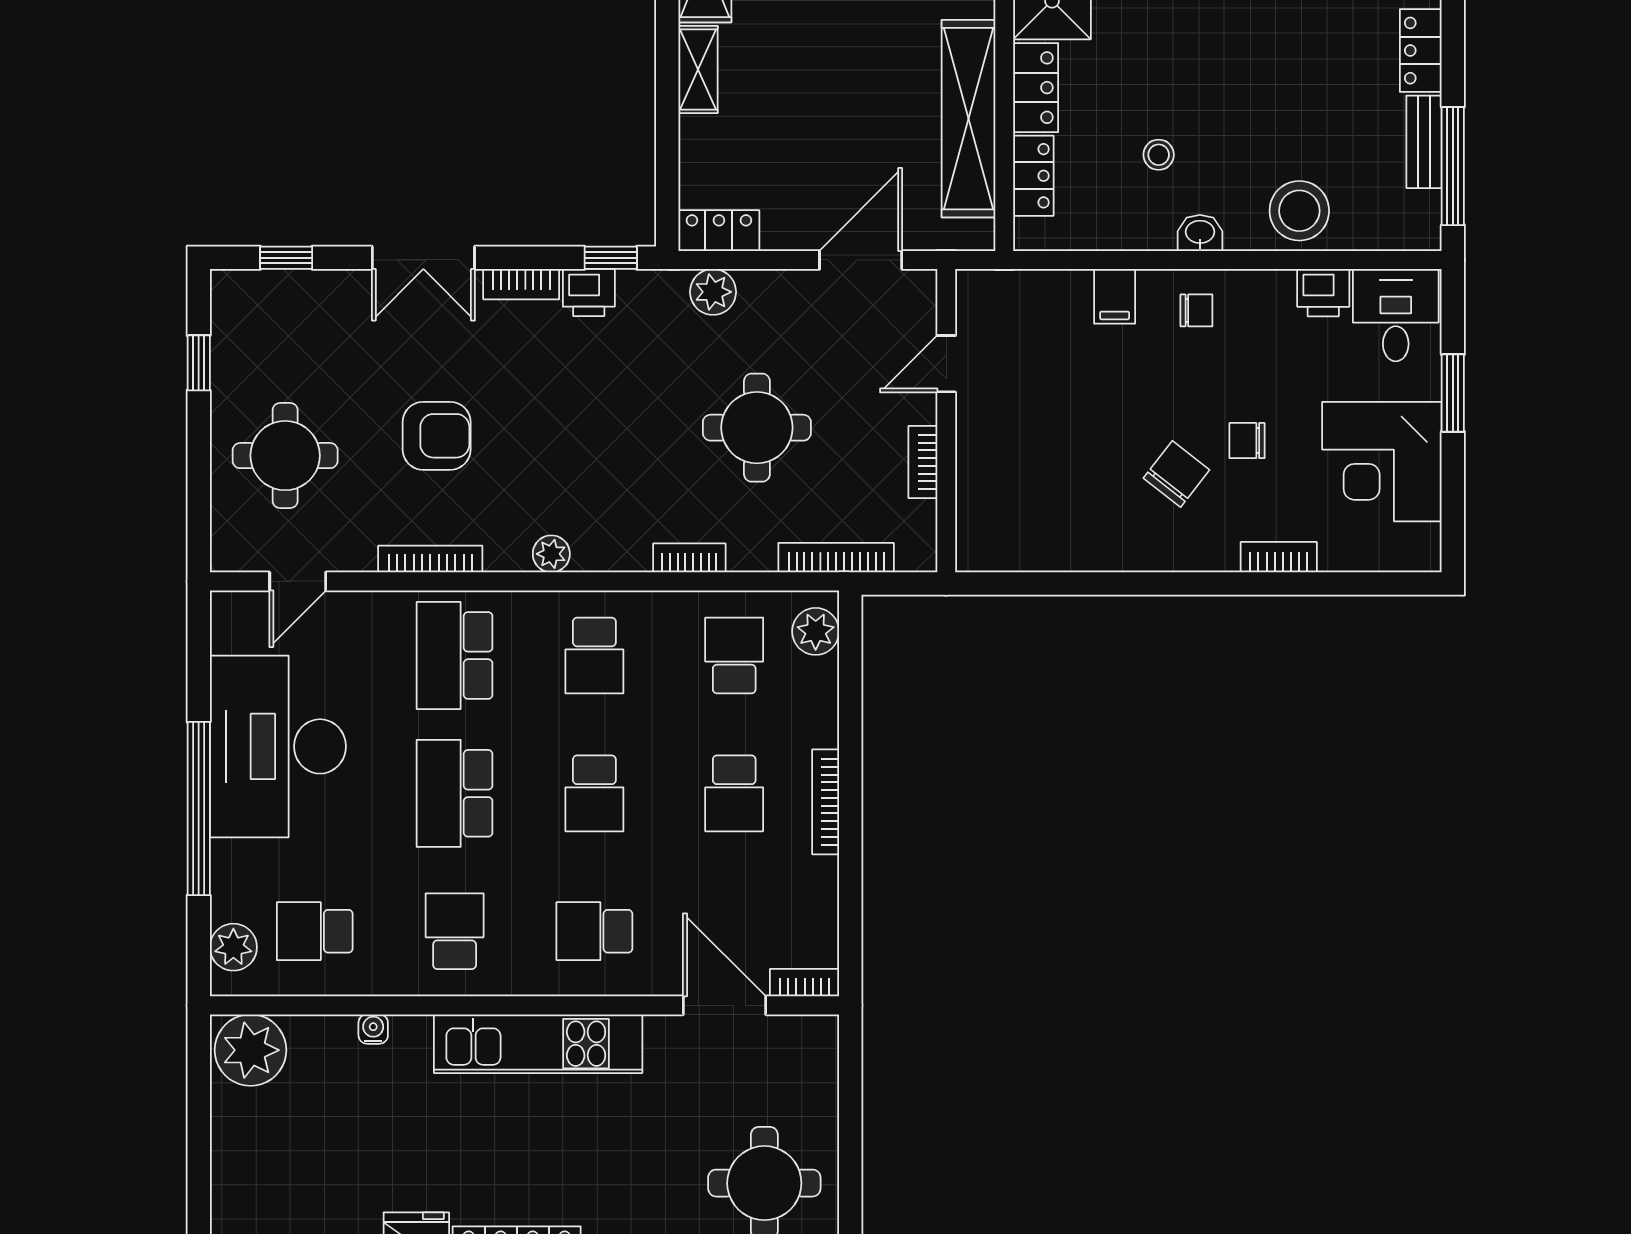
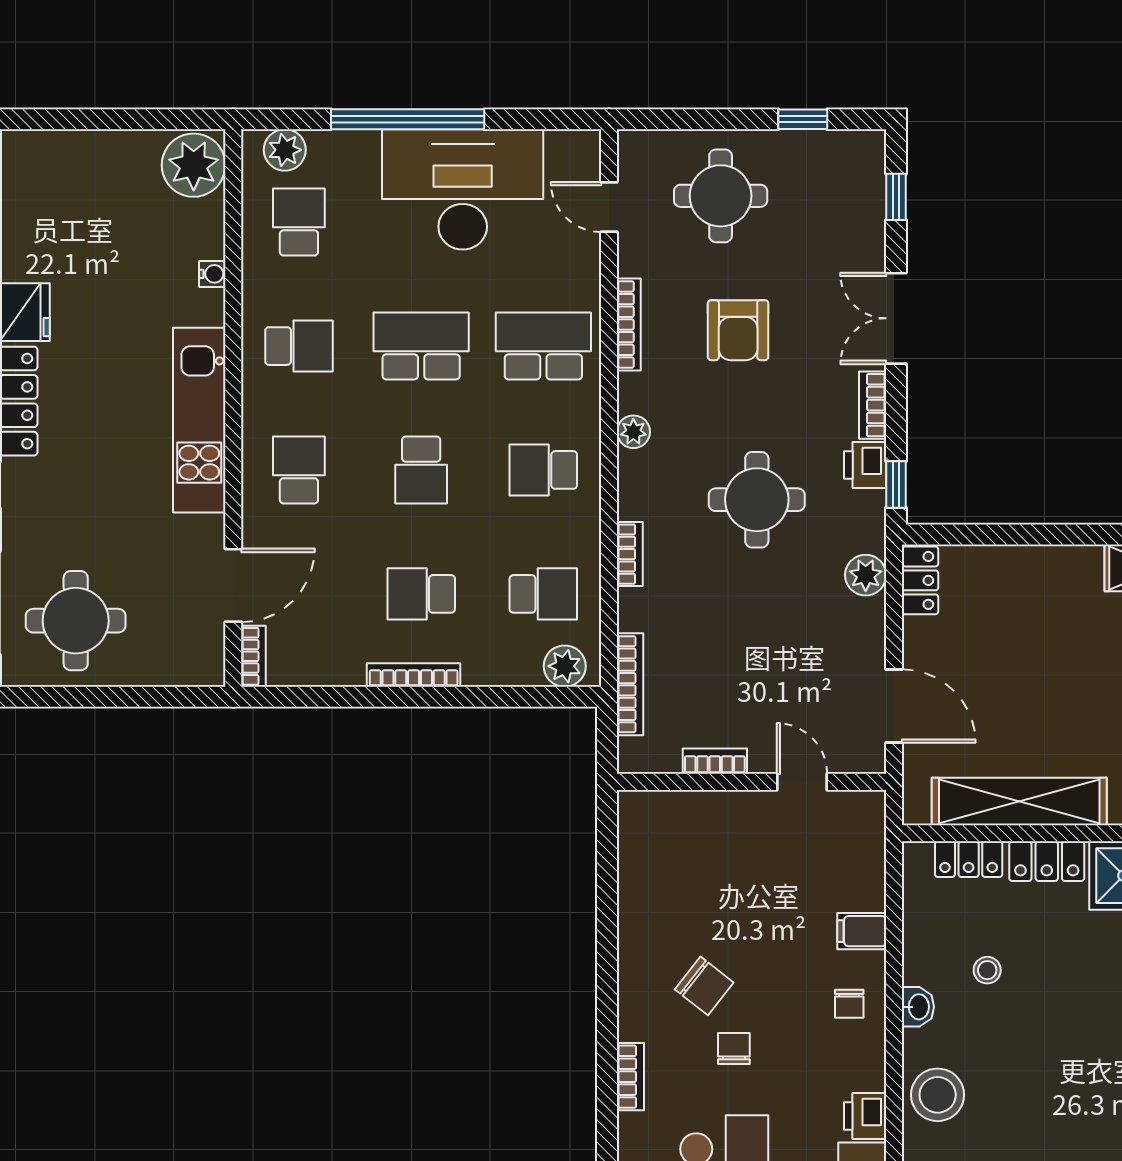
shelving: (698, 70) -> (1063, 562), removed
round table: (757, 428) -> (757, 500), moved
school desk: (594, 793) -> (421, 470), turned -90

